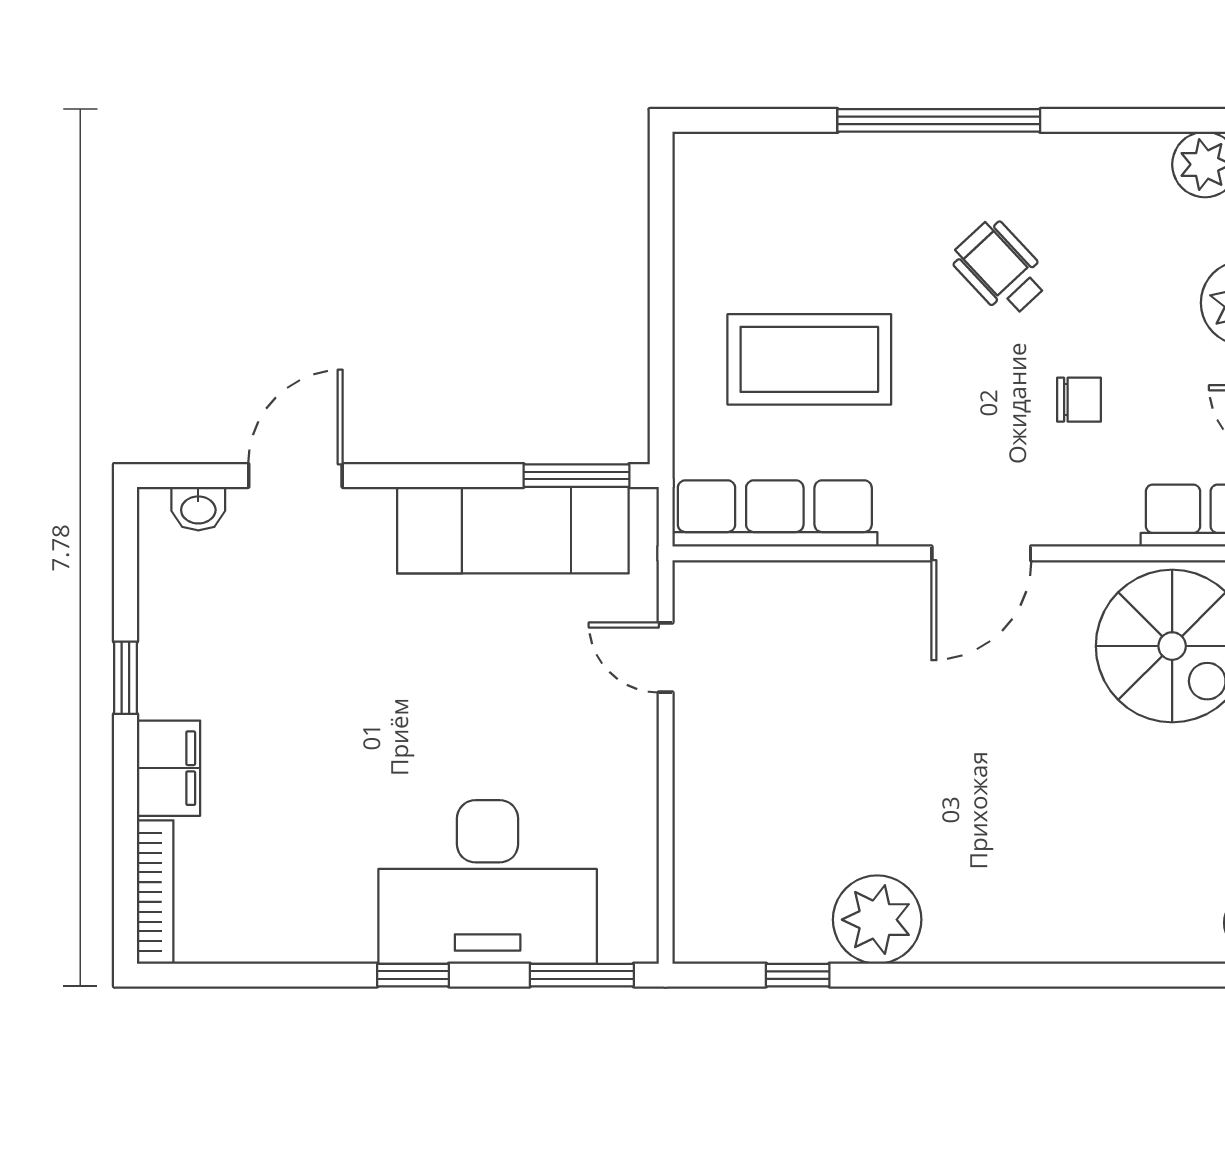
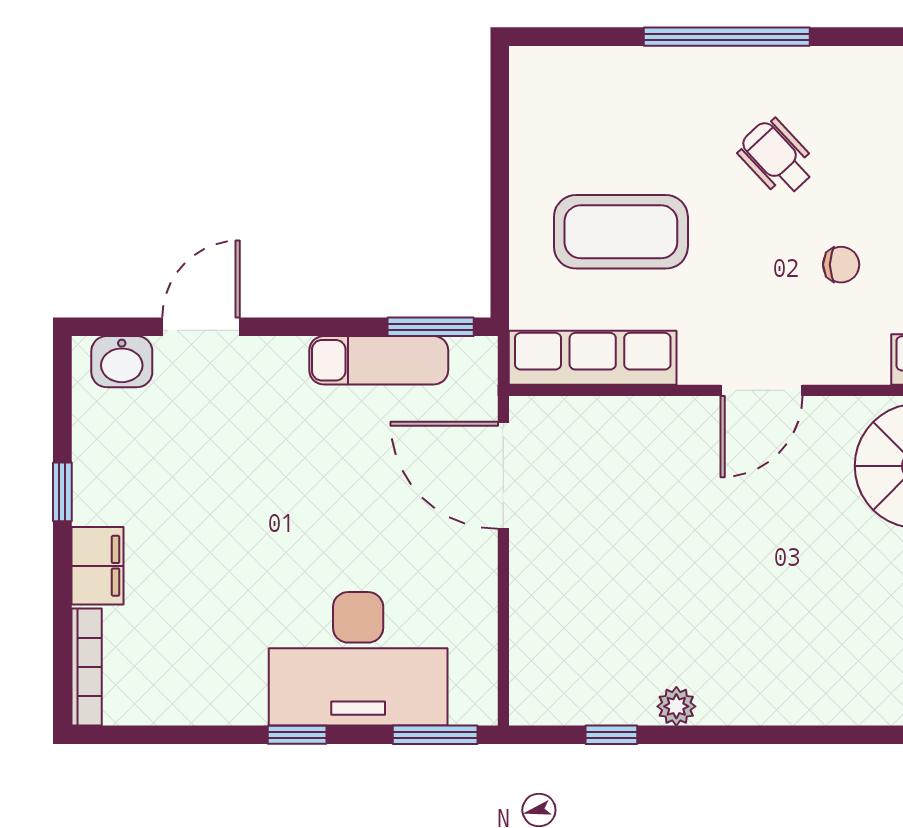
washbasin: (198, 509) -> (122, 362), width x1.38, depth x1.45
exam couch: (513, 530) -> (379, 360), width x0.73, depth x0.69
door: (666, 657) -> (503, 475), width x1.88
plant: (877, 920) -> (676, 706), width x0.53, depth x0.53

